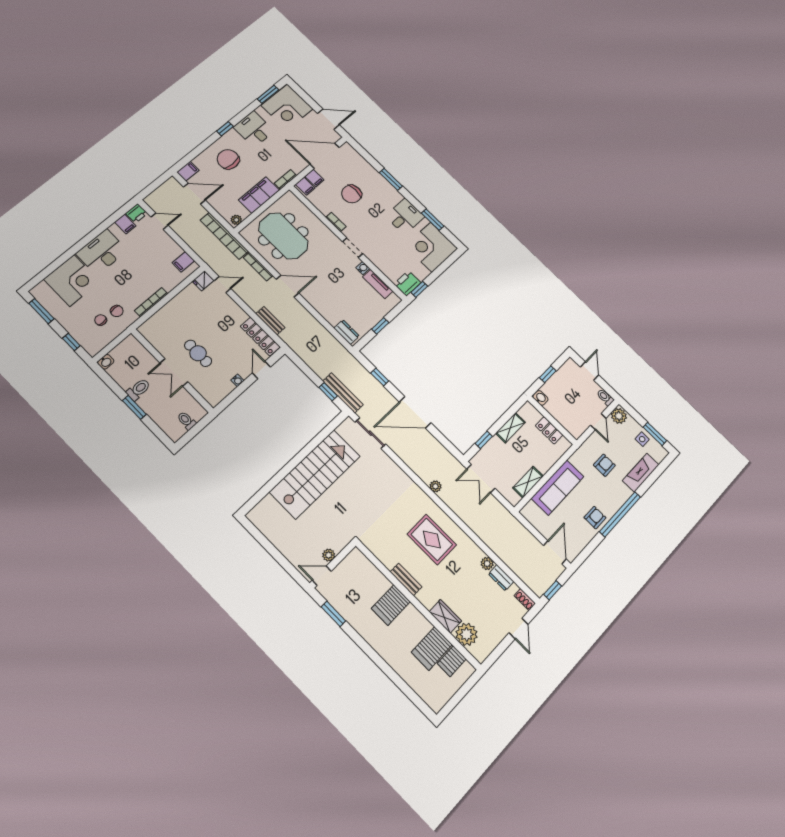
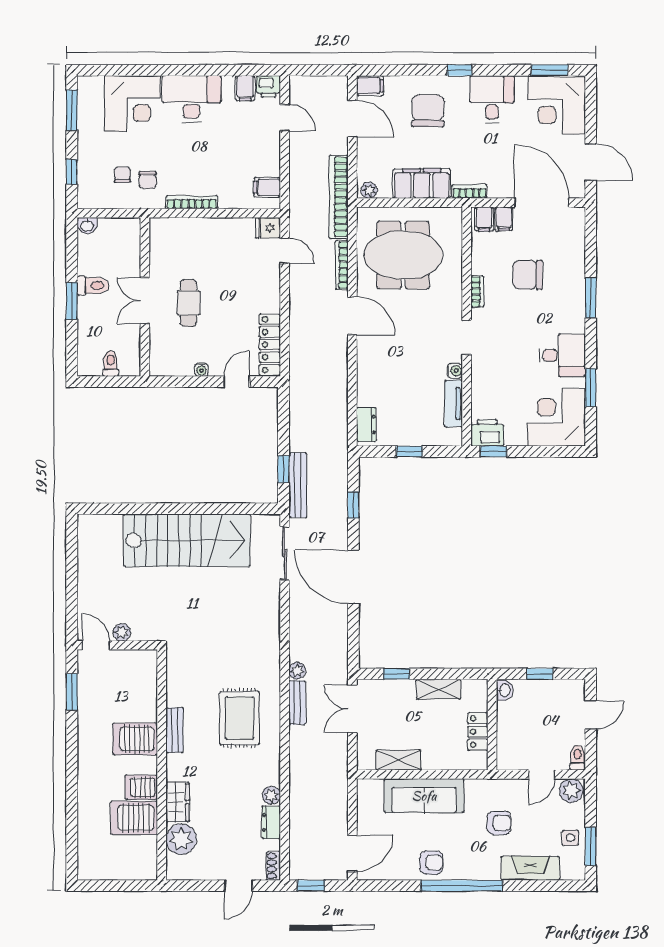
meeting table: (283, 236) -> (403, 255), turned 90
bench: (270, 321) -> (297, 703), moved
server rack: (452, 661) -> (141, 787), moved

